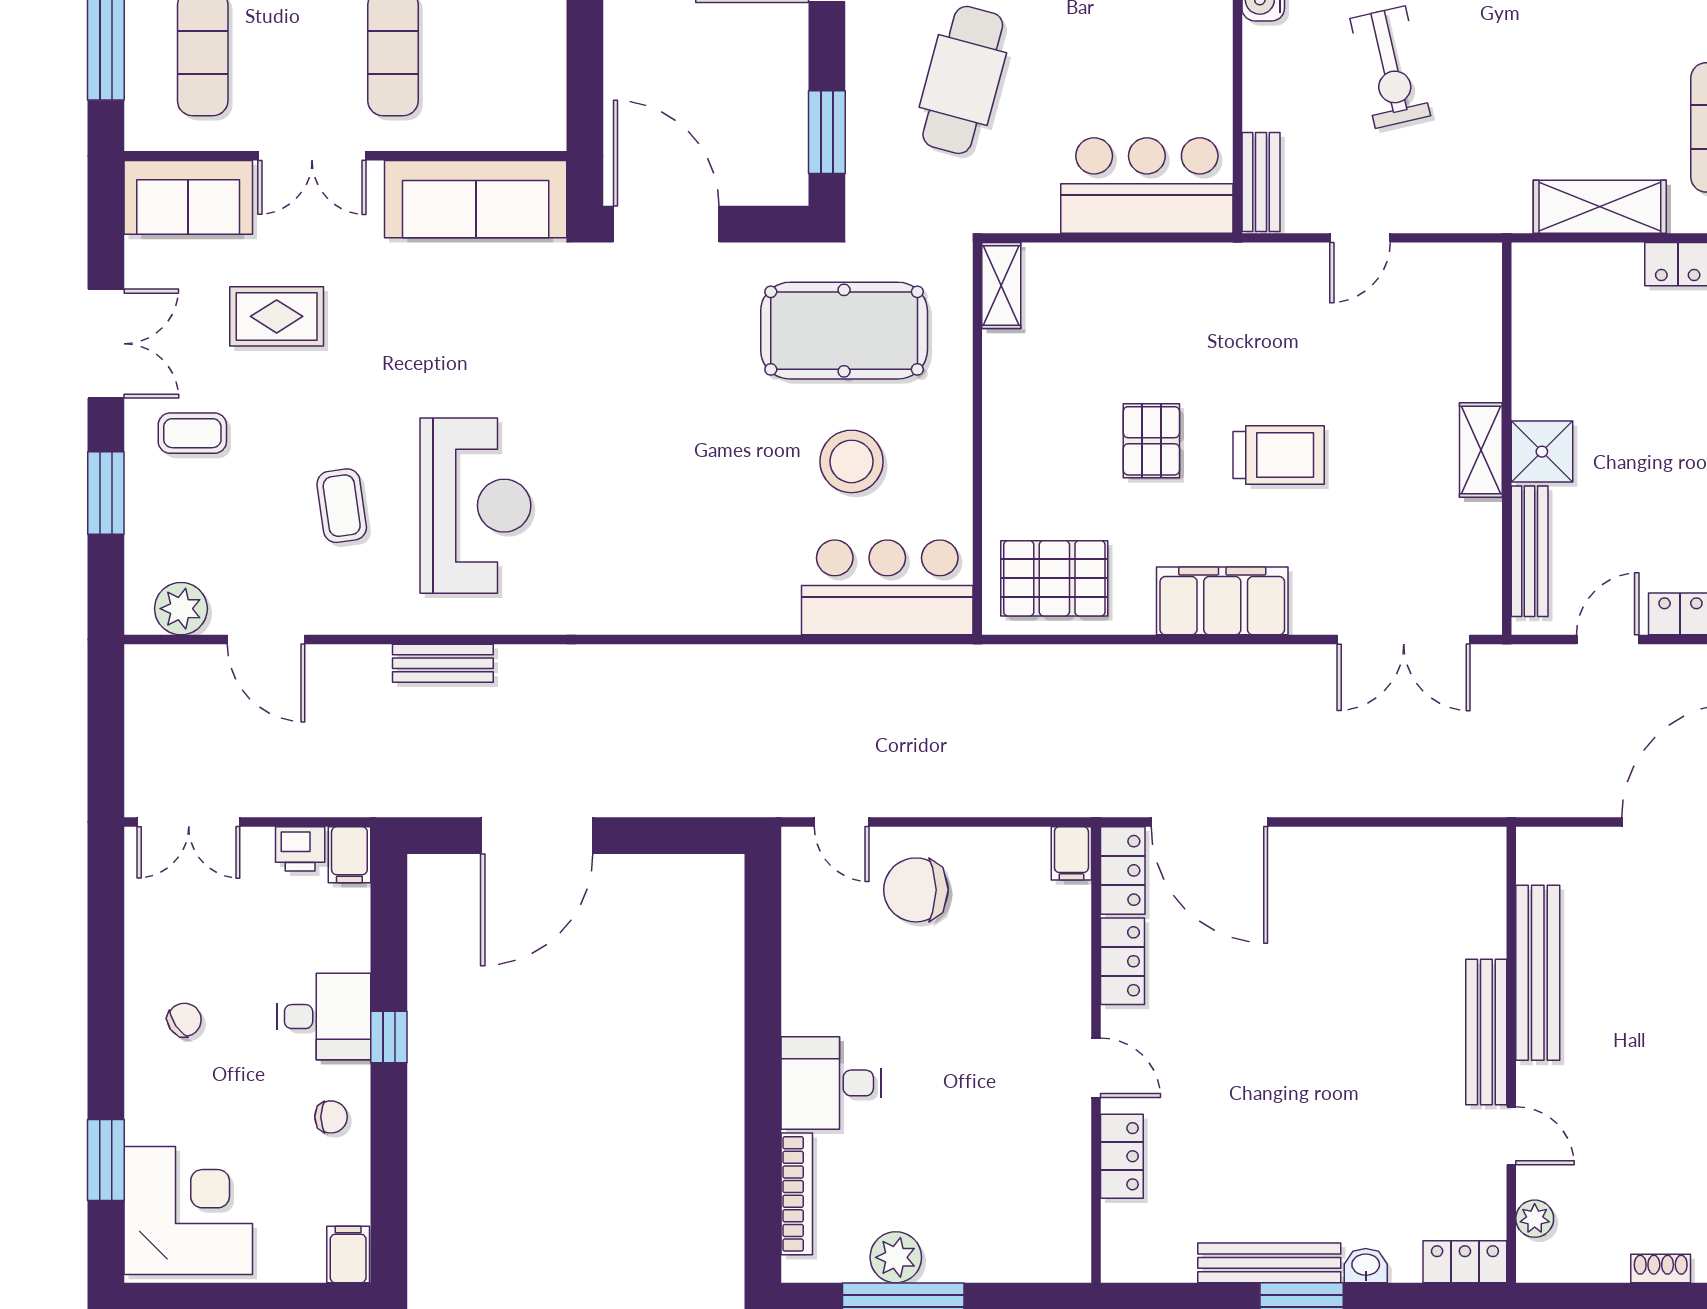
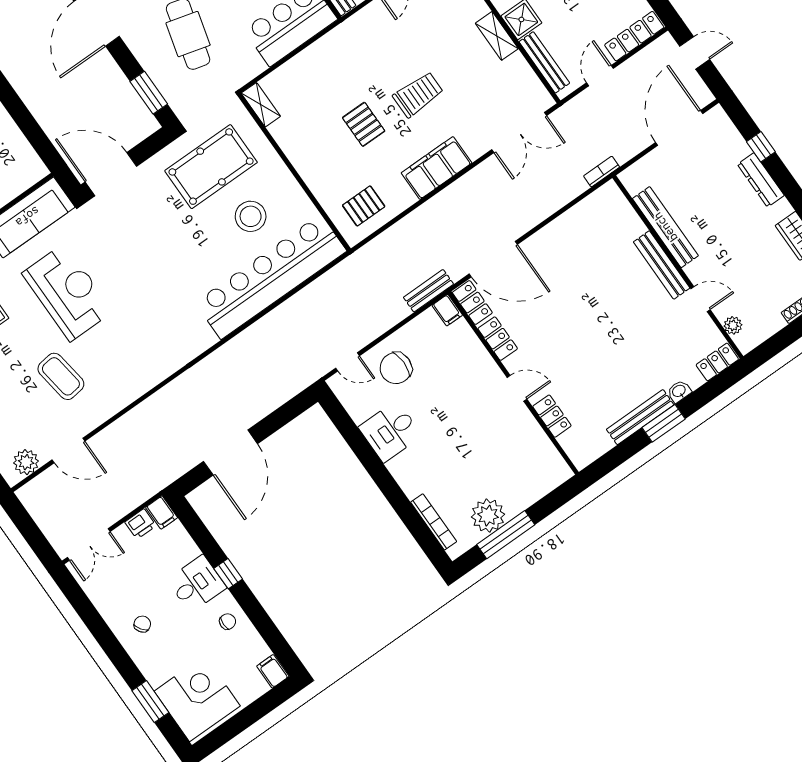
coffee table: (342, 506) -> (61, 376), width x1.36, depth x1.30
reception desk: (475, 506) -> (67, 292), moved
pallet: (1054, 578) -> (364, 206), width x0.67, depth x0.71
bar counter: (887, 587) -> (271, 277), width x1.86
bench: (443, 663) -> (428, 291), moved
bookcase: (1496, 803) -> (602, 172), added
desk: (831, 1083) -> (390, 431), moved
plant: (896, 1257) -> (488, 516), width x1.36, depth x1.36

